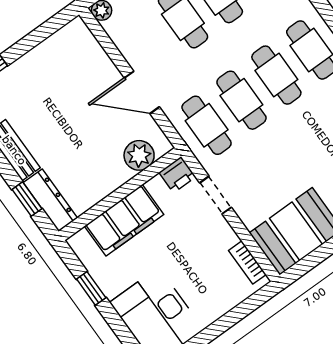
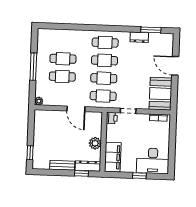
door: (142, 92) -> (76, 109), hinge flipped
plant: (139, 155) -> (95, 143), moved
filing cabinet: (124, 220) -> (113, 157), moved
window: (91, 288) -> (139, 176), moved

